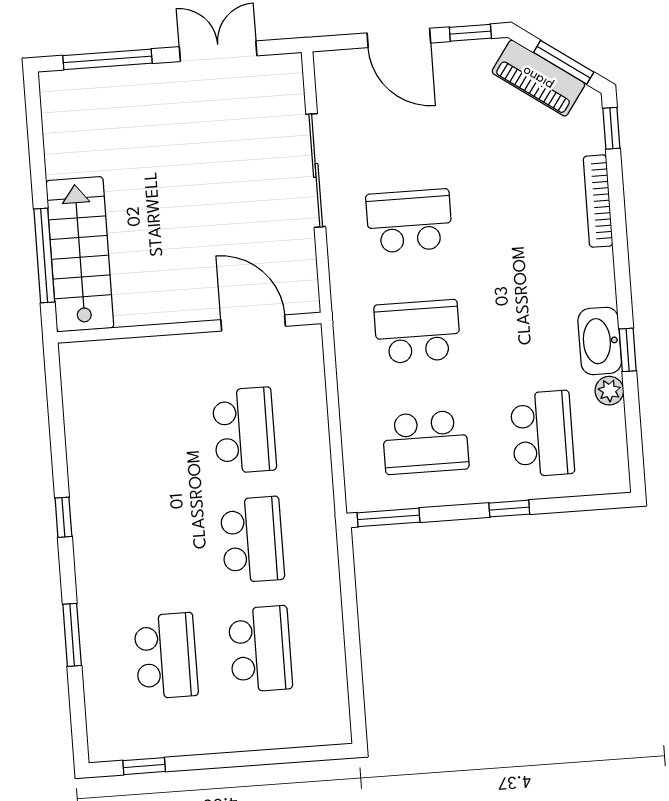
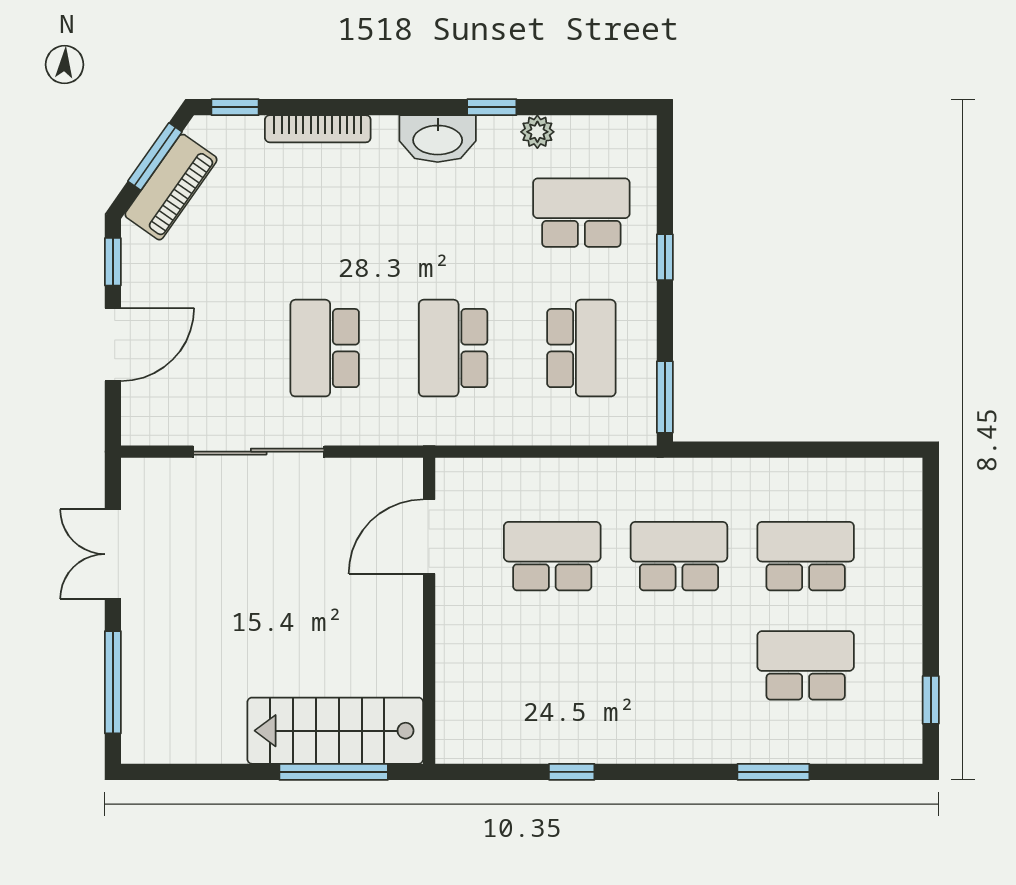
washbasin: (600, 341) -> (438, 139), moved
window: (63, 517) -> (572, 772), moved

